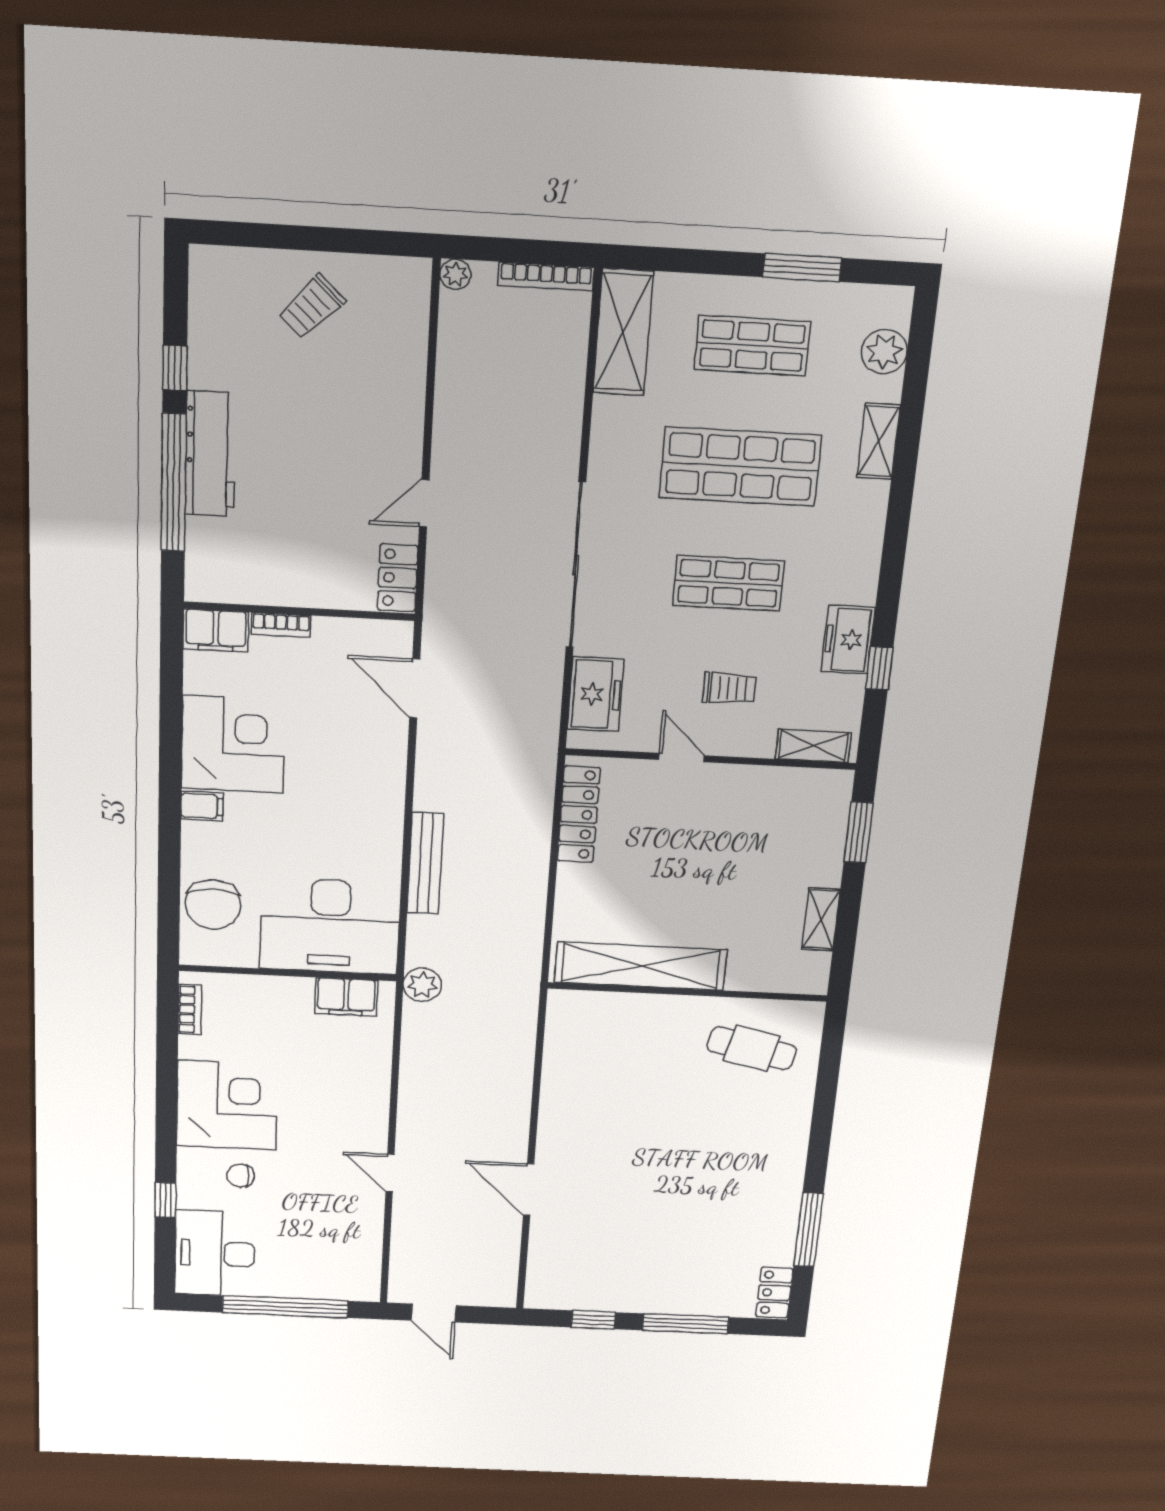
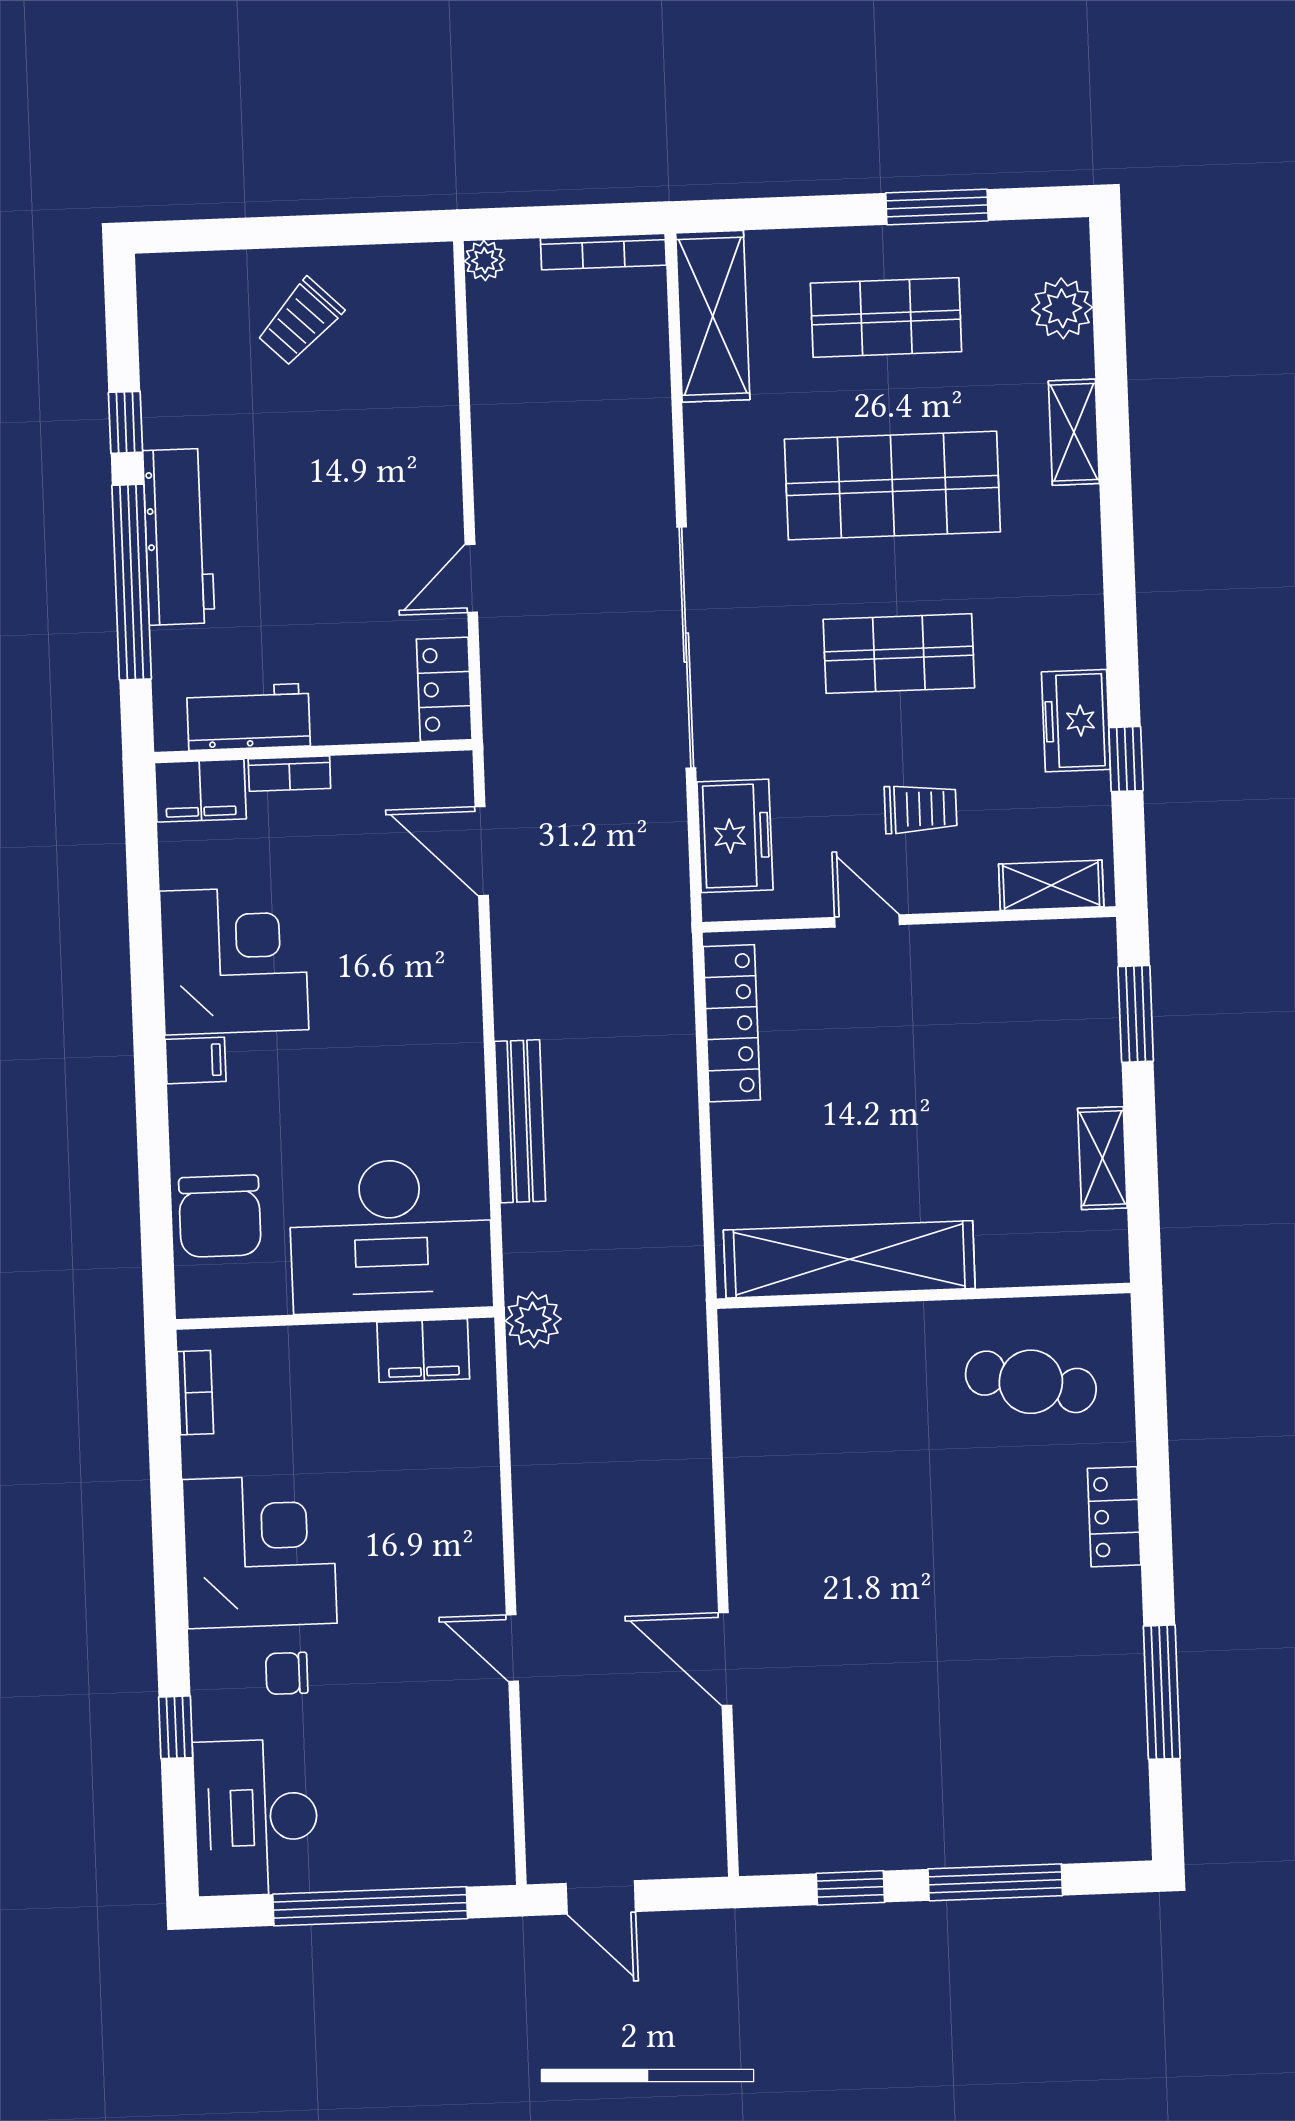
workbench: (254, 584) -> (248, 717), added
locker: (774, 1293) -> (1114, 1517), moved

